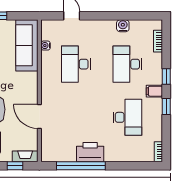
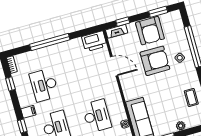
window: (166, 106) -> (10, 84), moved
printer: (90, 152) -> (94, 41), moved
window: (81, 166) -> (50, 42), moved

